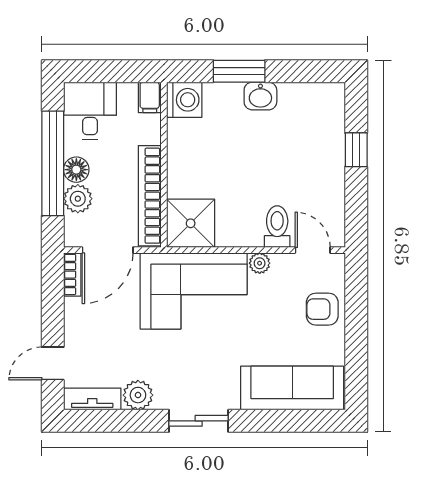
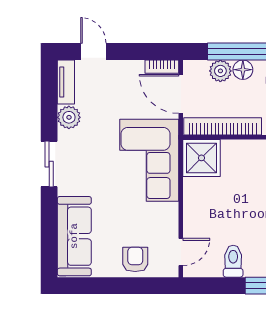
toilet: (277, 227) -> (233, 261), moved, turned -90
plant: (260, 263) -> (171, 211), removed

